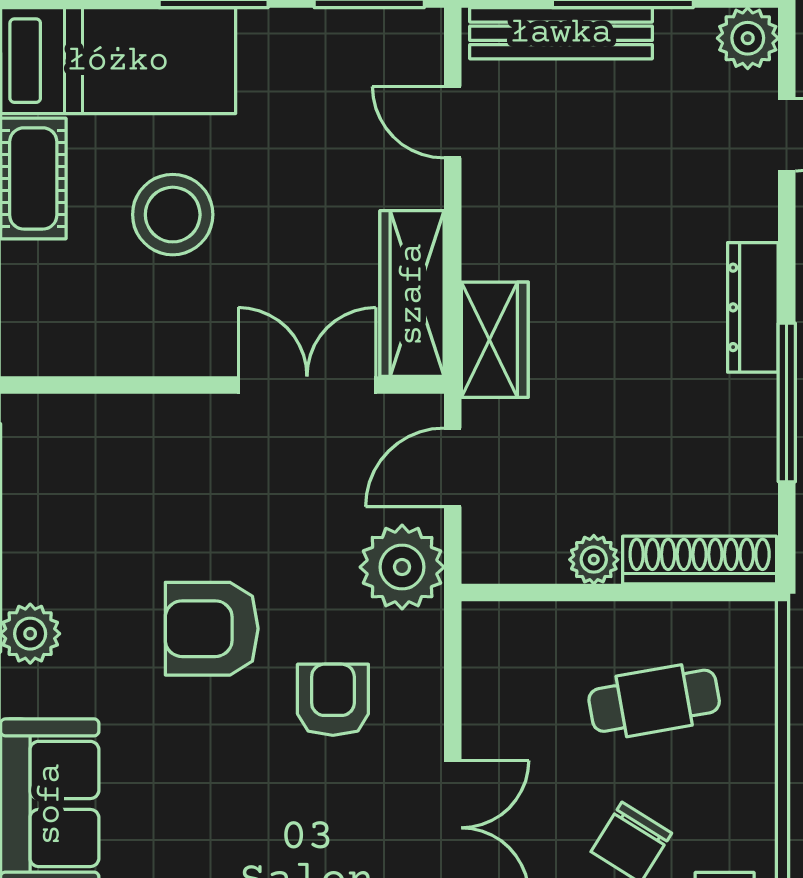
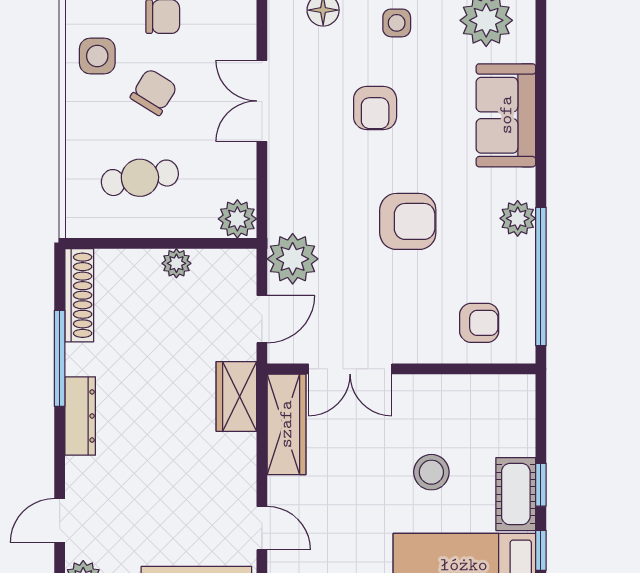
stool: (173, 215) -> (431, 472), width x0.73, depth x0.73
armchair: (94, 461) -> (479, 323), added
shoe rack: (700, 560) -> (79, 295), moved, turned -90
plant: (493, 633) -> (237, 219), added
armchair: (333, 700) -> (375, 108), moved

